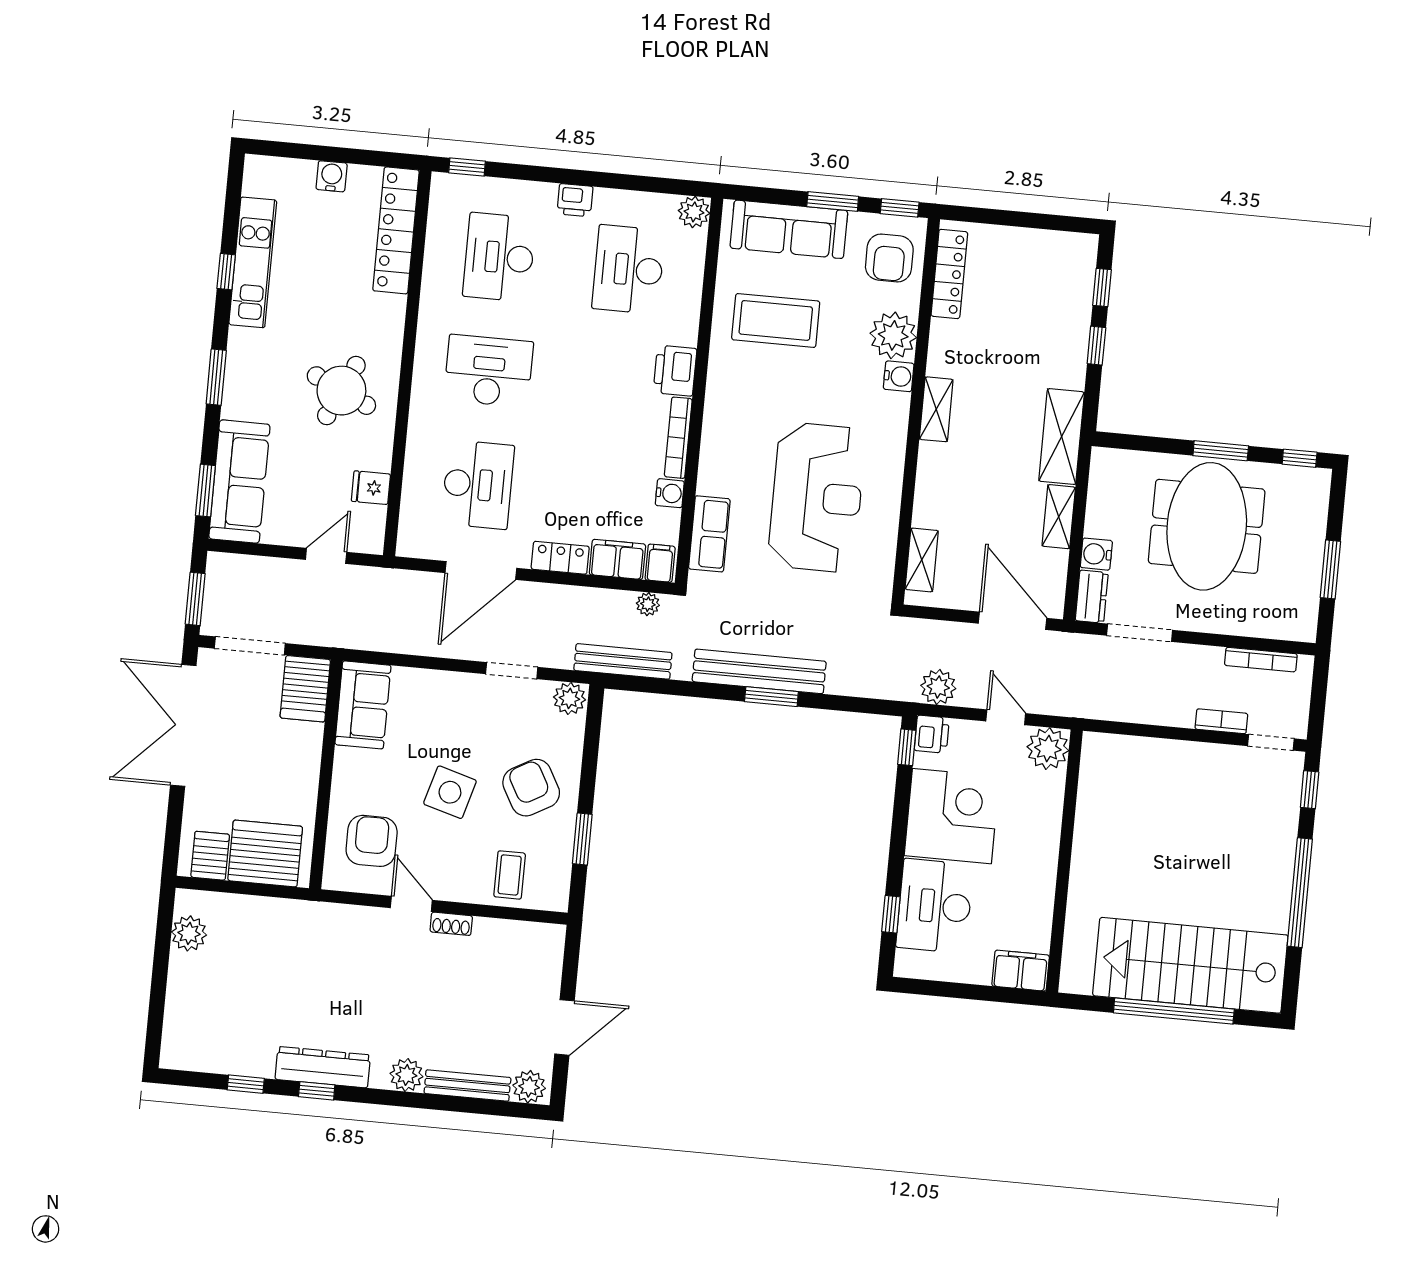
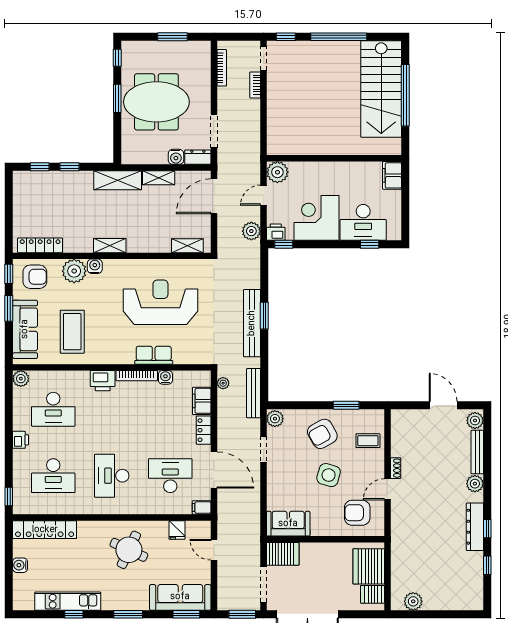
row of seats: (709, 534) -> (154, 355), moved
filing cabinet: (660, 563) -> (202, 508), moved

